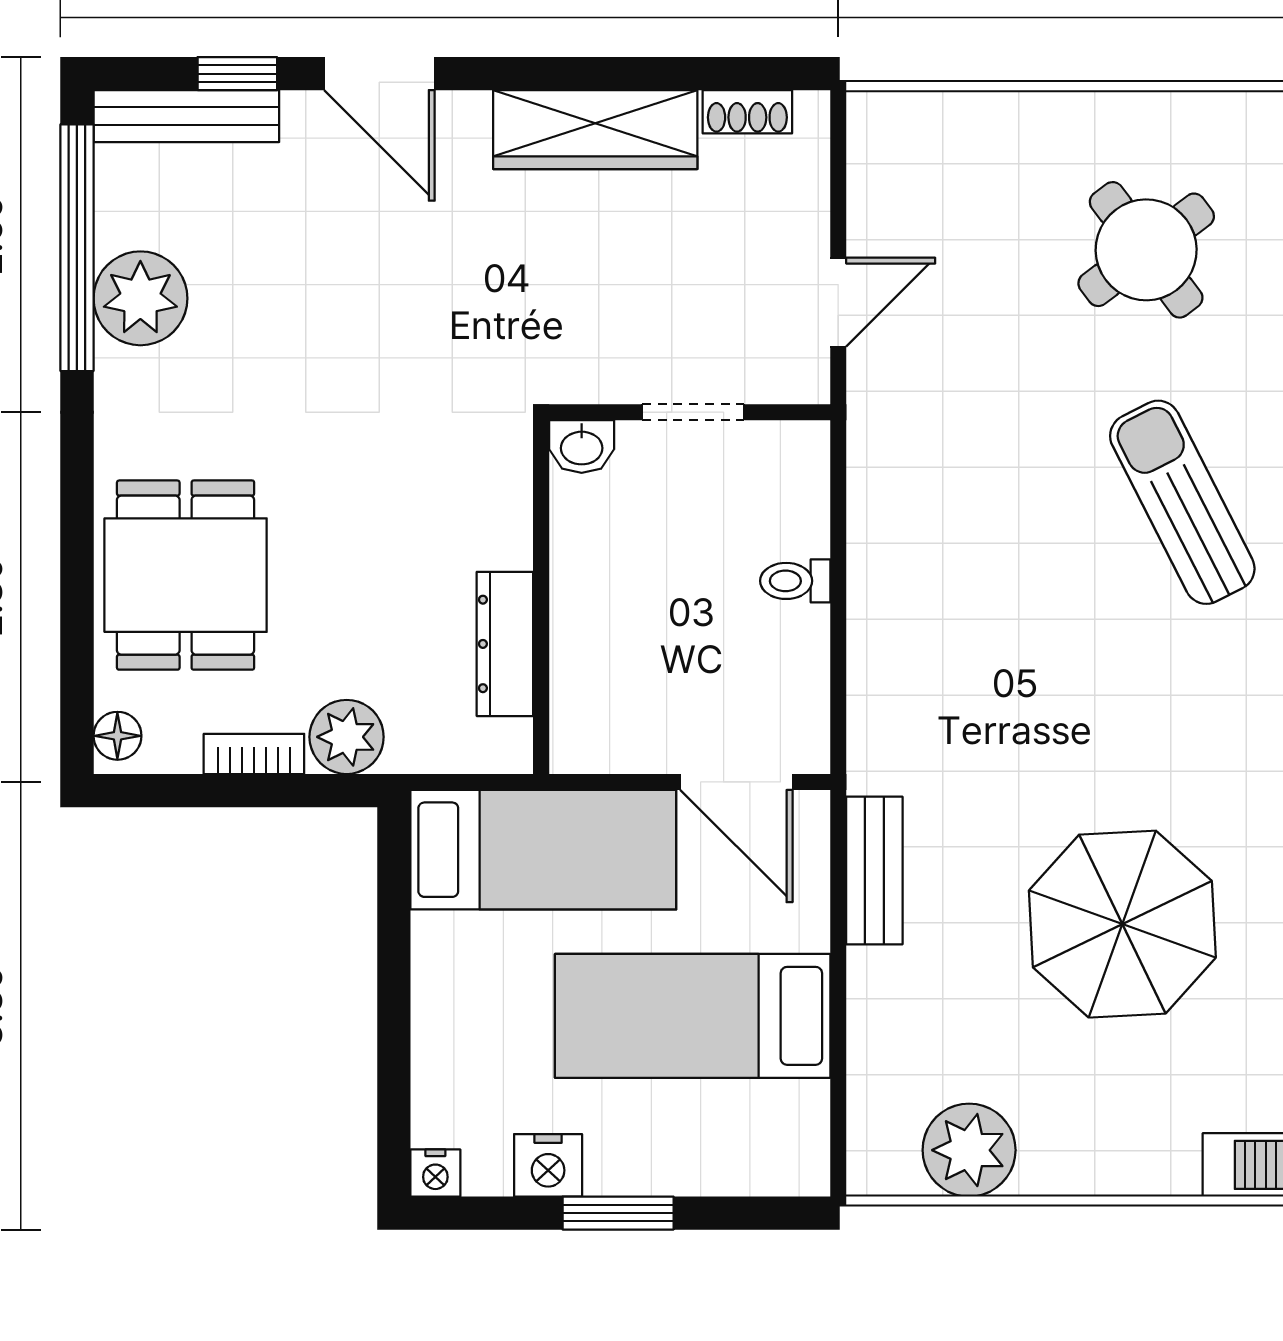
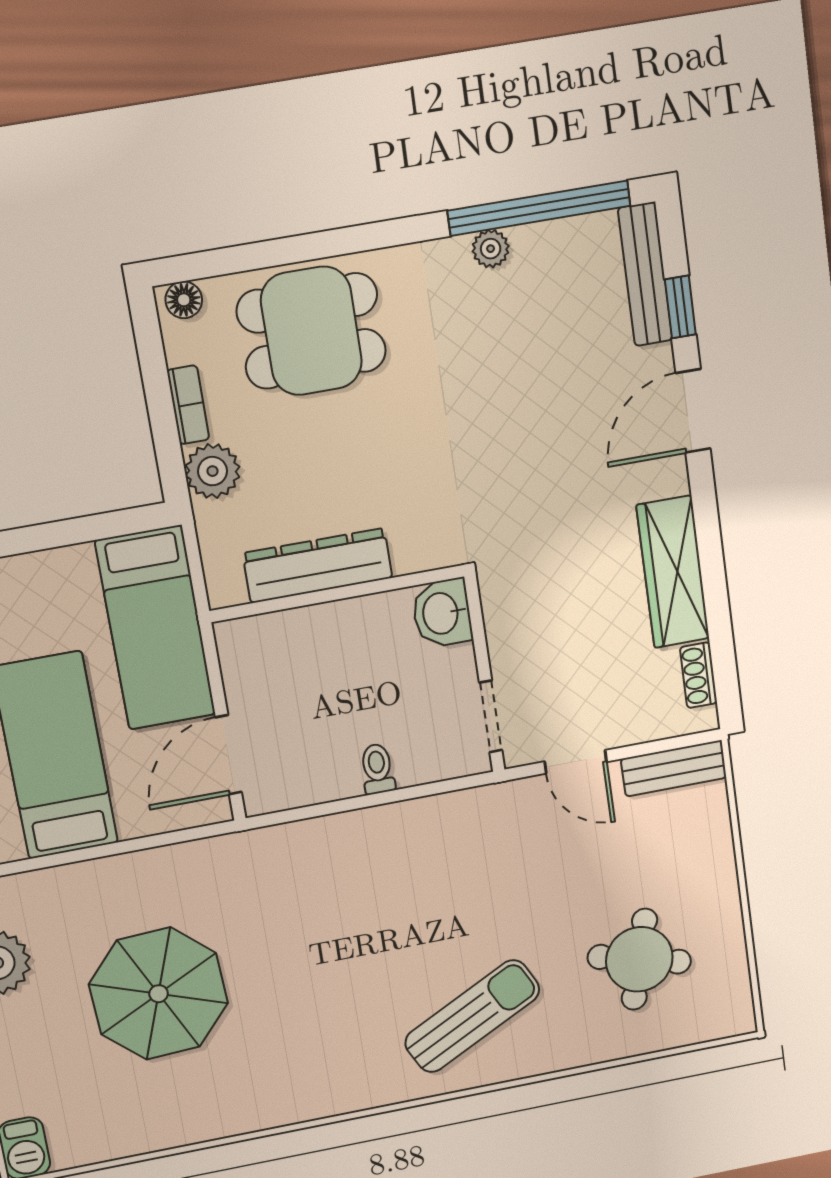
round table: (1146, 250) -> (639, 959), turned -38
plant: (140, 298) -> (491, 249), width x0.53, depth x0.53
doorway: (693, 412) -> (491, 716), moved
washbasin: (582, 446) -> (442, 613), width x1.38, depth x1.45
dresser: (505, 644) -> (318, 565), width x1.37, depth x1.24
bench: (874, 870) -> (674, 768), moved
parasol: (1122, 924) -> (159, 994), moved

